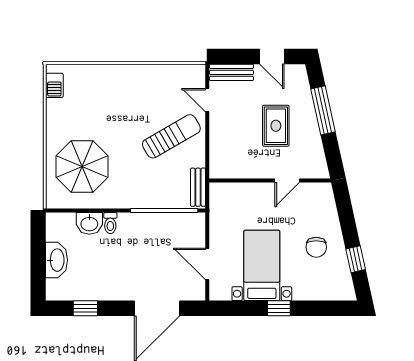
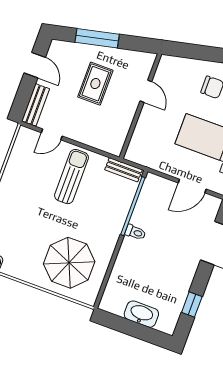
door: (272, 56) -> (35, 65), hinge flipped
rug: (276, 126) -> (95, 84), turned 90
sun lounger: (171, 136) -> (72, 177), turned 30
washbasin: (89, 223) -> (120, 274), removed
toilet: (110, 223) -> (135, 232), moved

